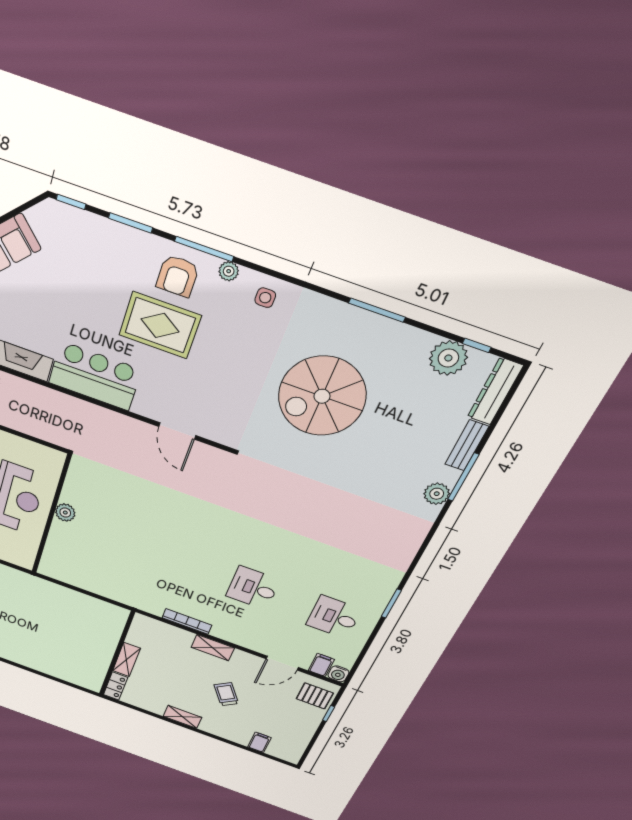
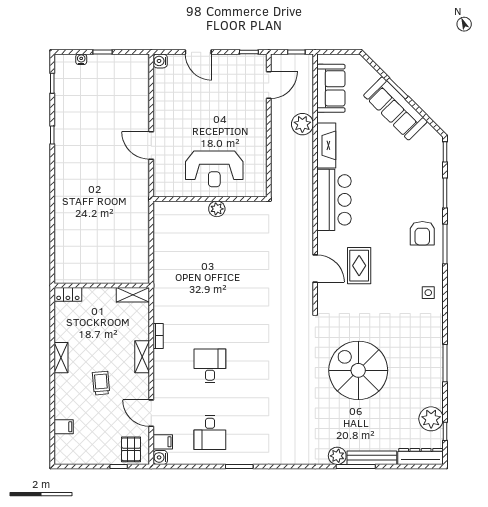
plant: (229, 271) -> (437, 264), removed
armchair: (178, 276) -> (422, 233), turned -90
rug: (160, 325) -> (359, 266), moved, width x0.73, depth x0.70
spiral stairs: (322, 396) -> (358, 370), moved
door: (177, 431) -> (315, 269), swing flipped
bench: (467, 445) -> (372, 458), width x1.36
desk: (334, 617) -> (210, 433), turned 180
bookcase: (187, 621) -> (158, 336), width x0.64
shelving: (126, 660) -> (133, 295), moved
trolley: (226, 694) -> (101, 383), turned -60

